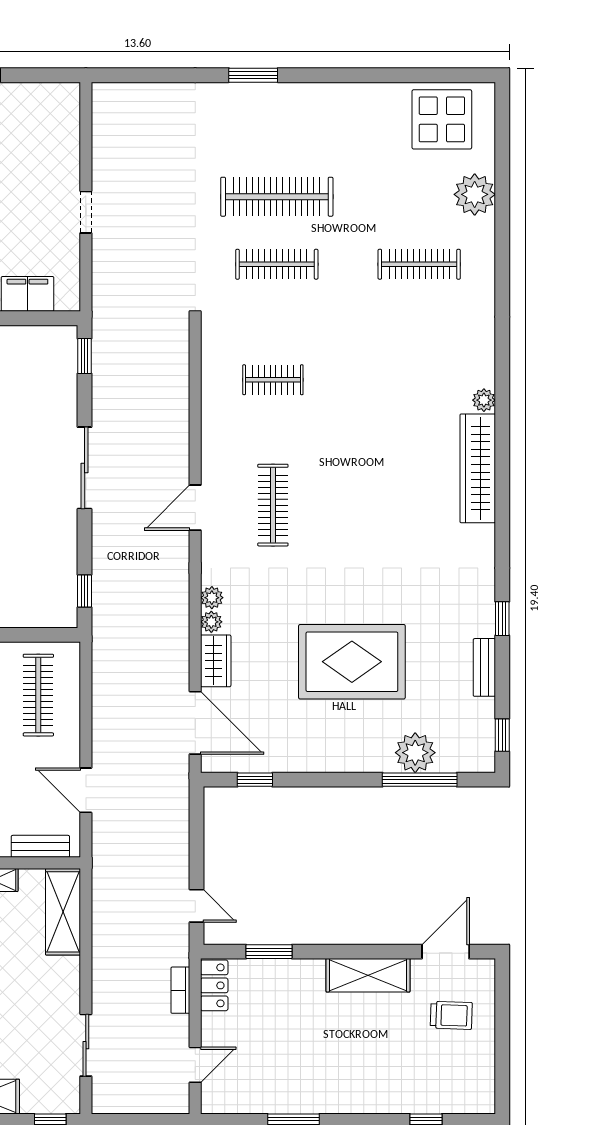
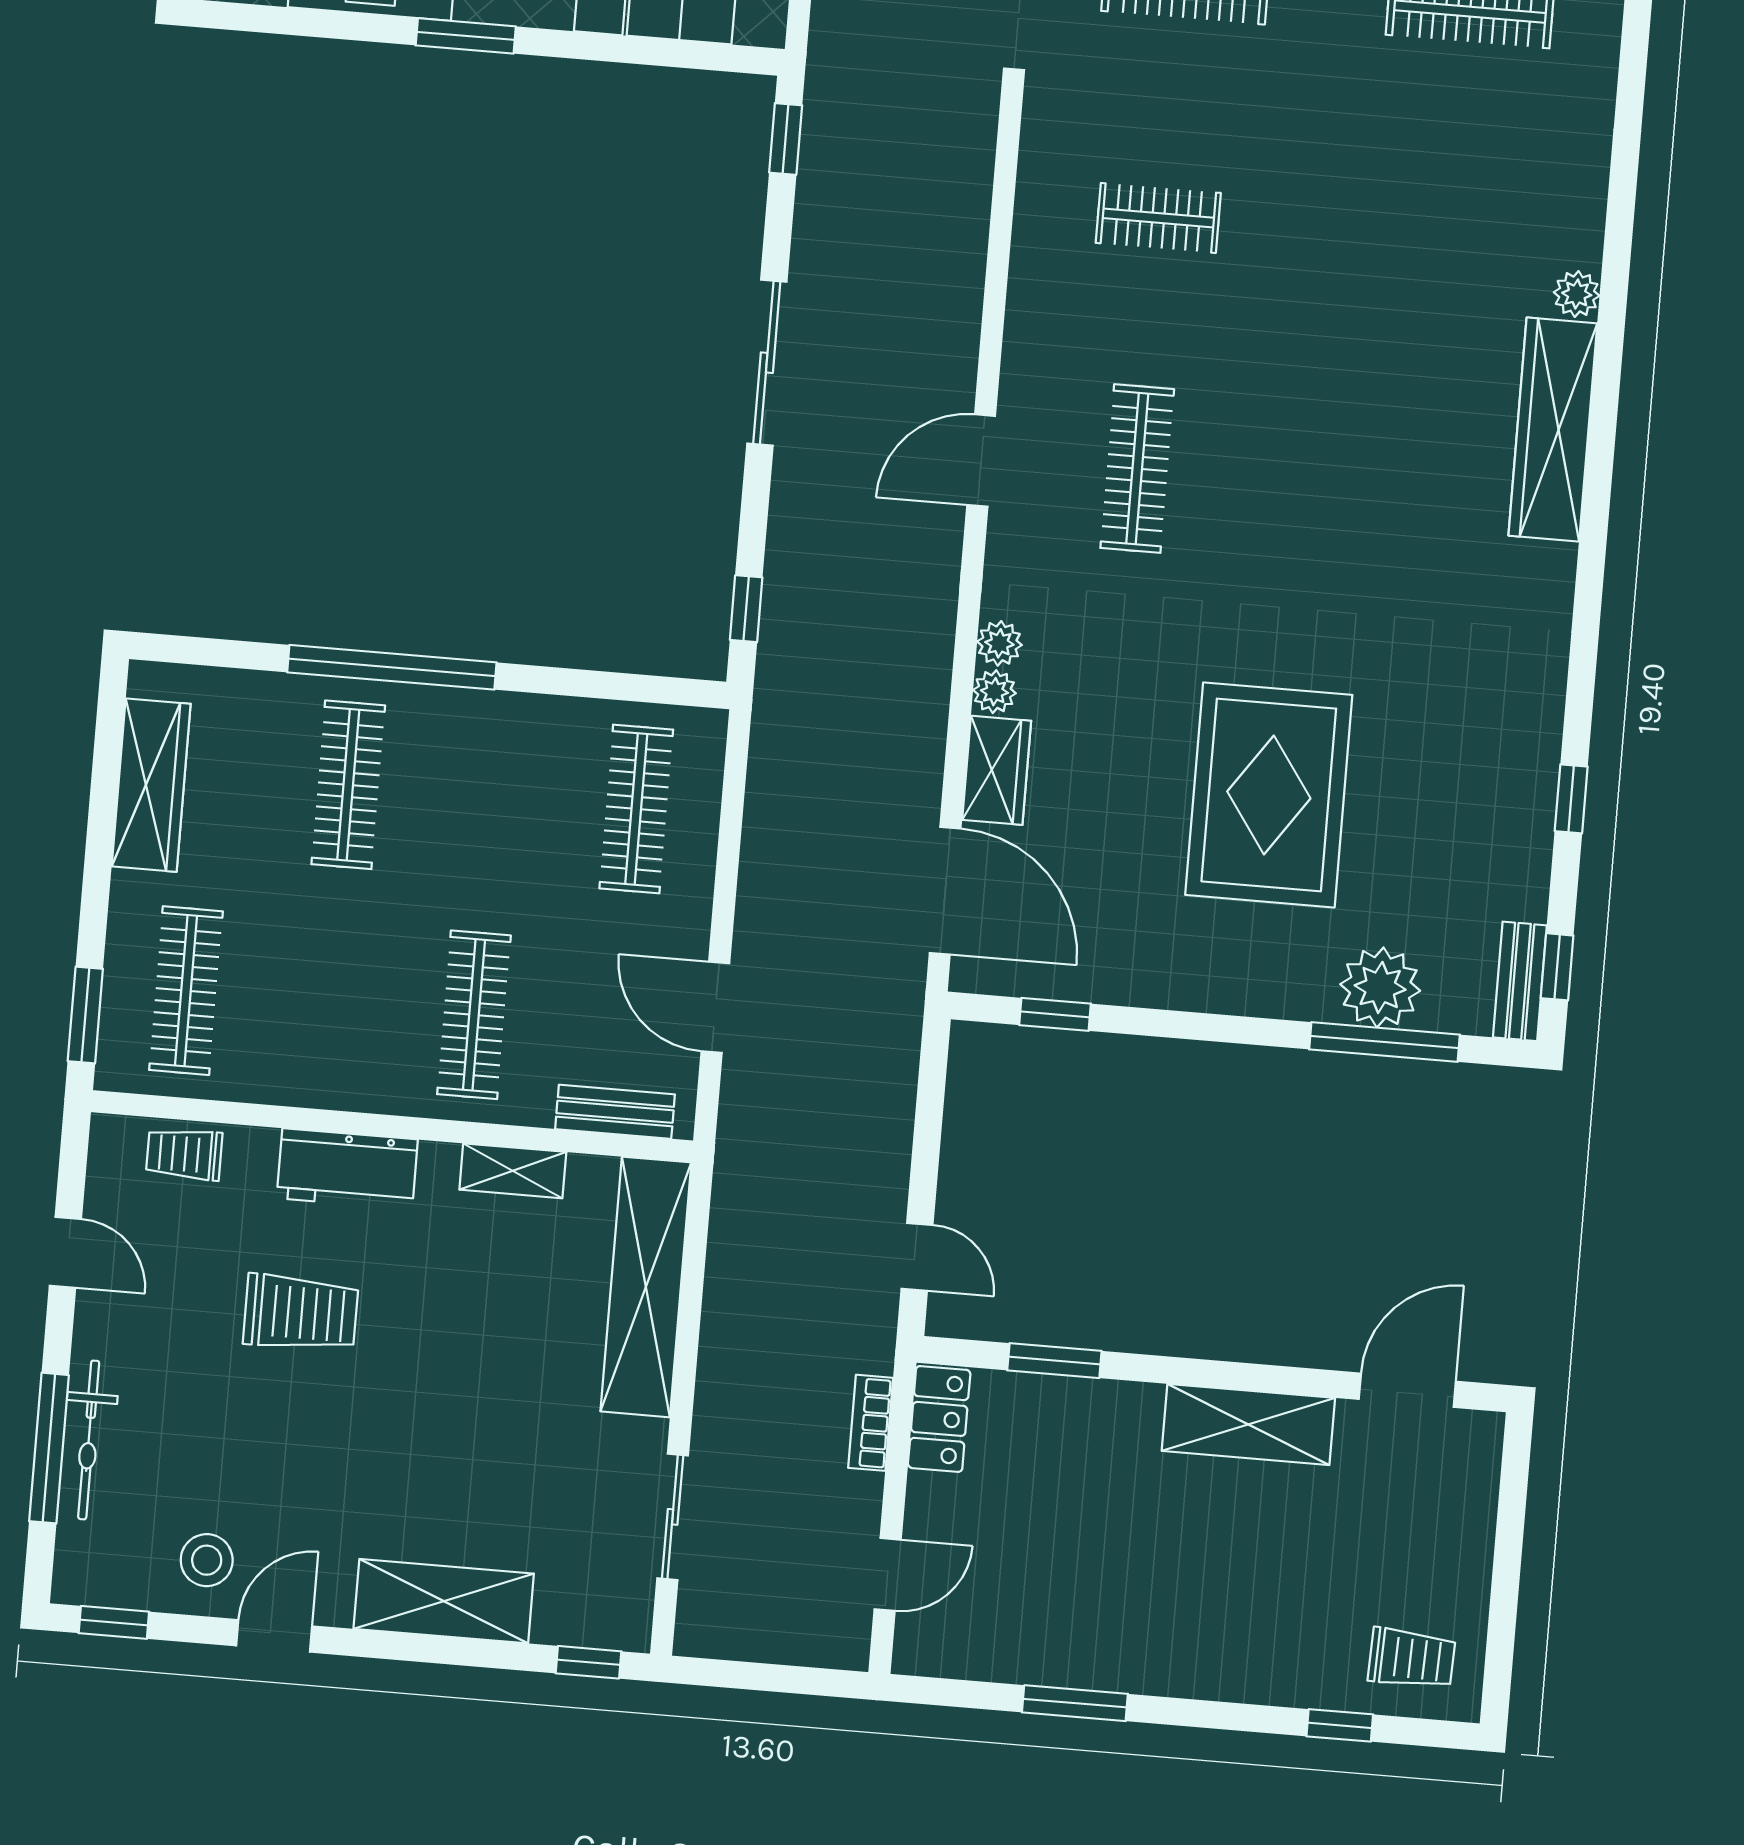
window: (502, 619) -> (1571, 799), moved
rug: (352, 662) -> (1269, 795), turned 90
bench: (484, 667) -> (1520, 981), moved
shelving: (63, 912) -> (646, 1287), width x1.47
trolley: (451, 1015) -> (1412, 1658), moved

